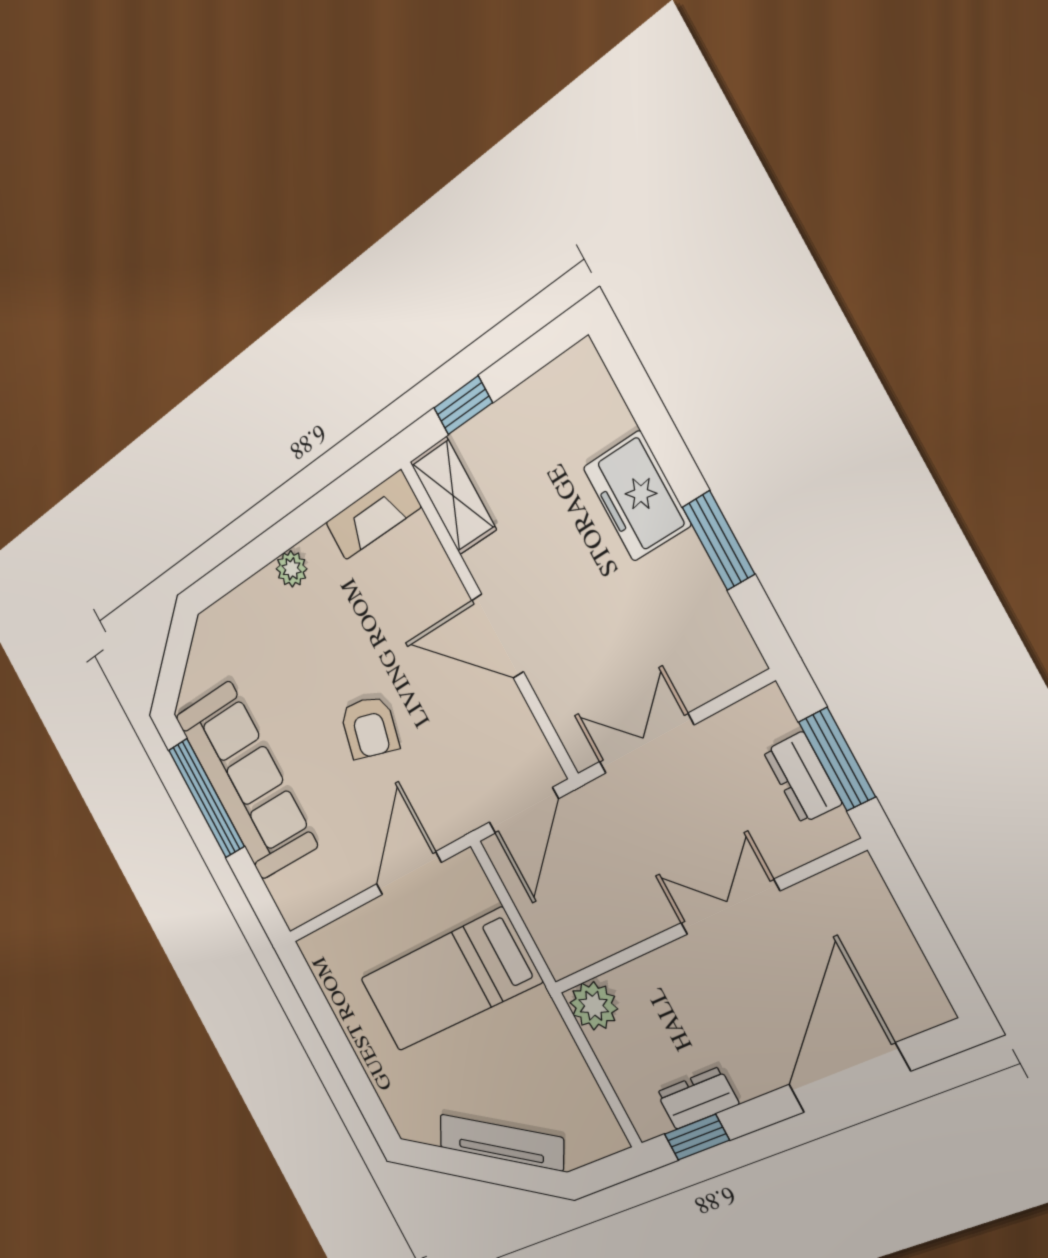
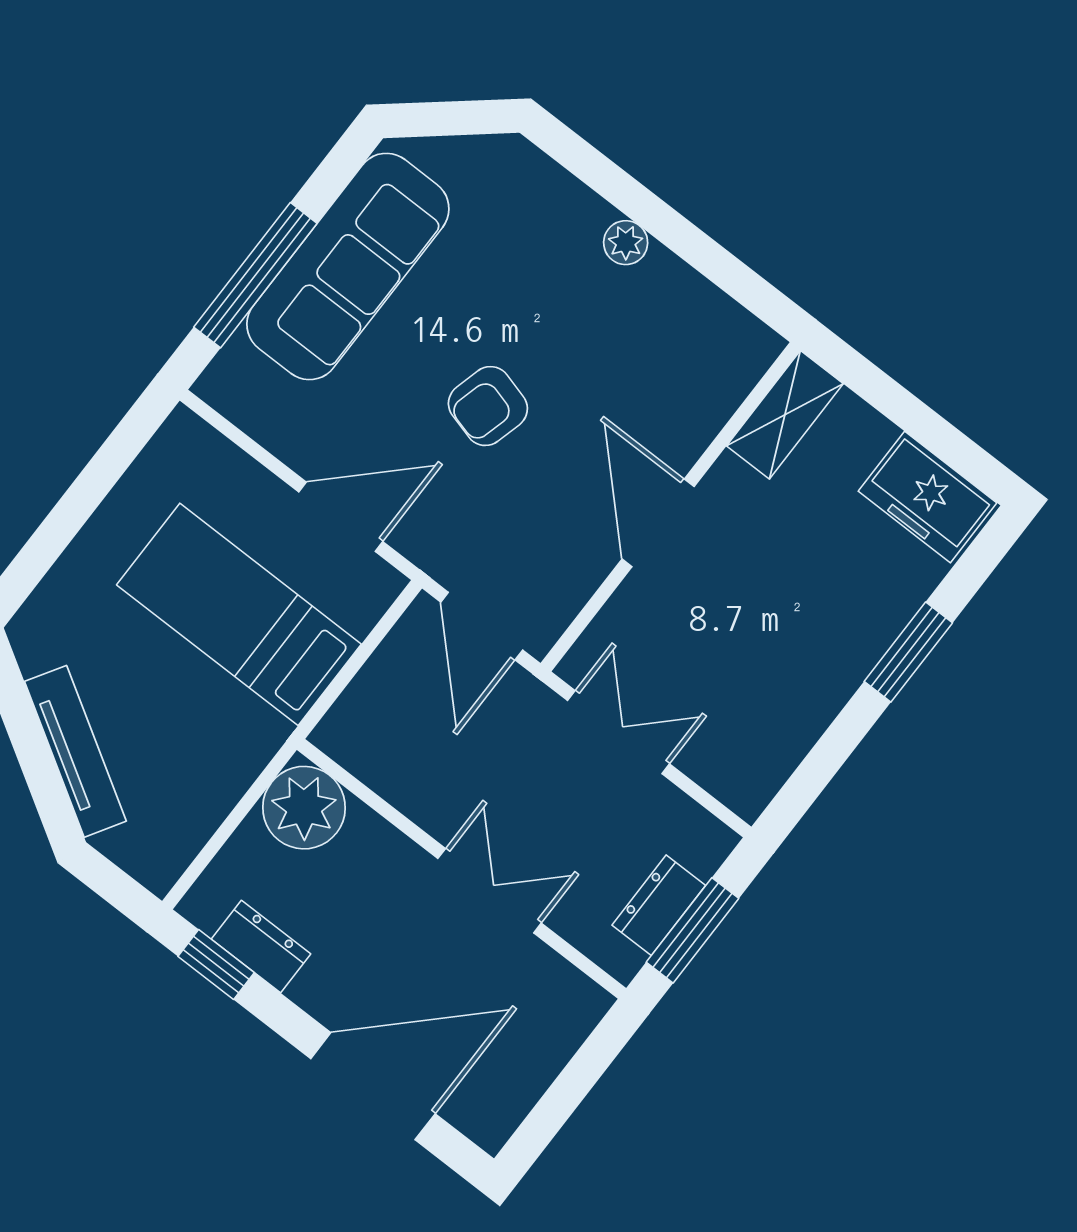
window: (463, 405) -> (882, 392), removed
freezer: (637, 496) -> (928, 497), moved, turned -90
fireplace: (373, 515) -> (727, 326), removed
window: (718, 540) -> (908, 652), moved
window: (207, 798) -> (255, 275), moved
door: (524, 810) -> (482, 626), hinge flipped
plant: (594, 1006) -> (304, 808), width x1.36, depth x1.36

